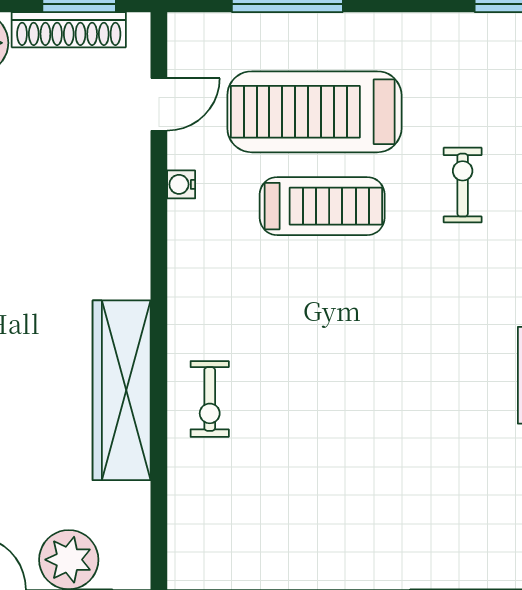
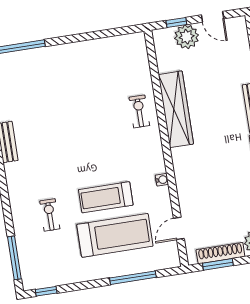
water cooler: (181, 184) -> (162, 180), moved
exercise bike: (463, 185) -> (50, 215), turned 180

